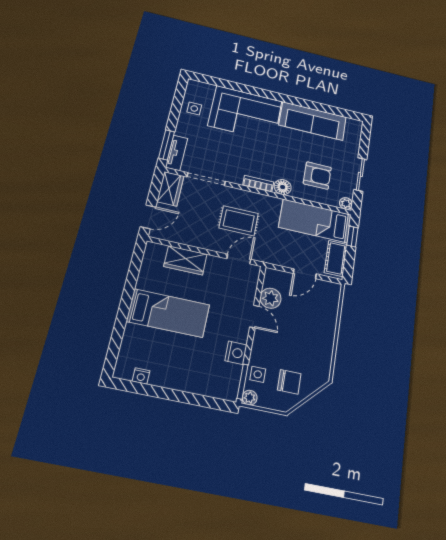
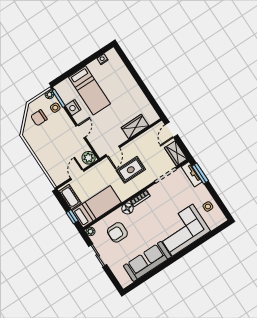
plant: (271, 298) -> (89, 158), moved
bed: (168, 313) -> (89, 90), moved, turned -90
door: (254, 317) -> (81, 132), swing flipped

